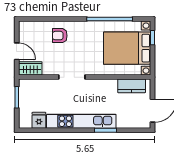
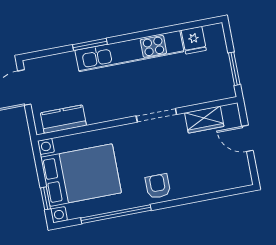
armchair: (60, 36) -> (158, 186), moved, turned -90
wardrobe: (30, 68) -> (204, 120), moved

